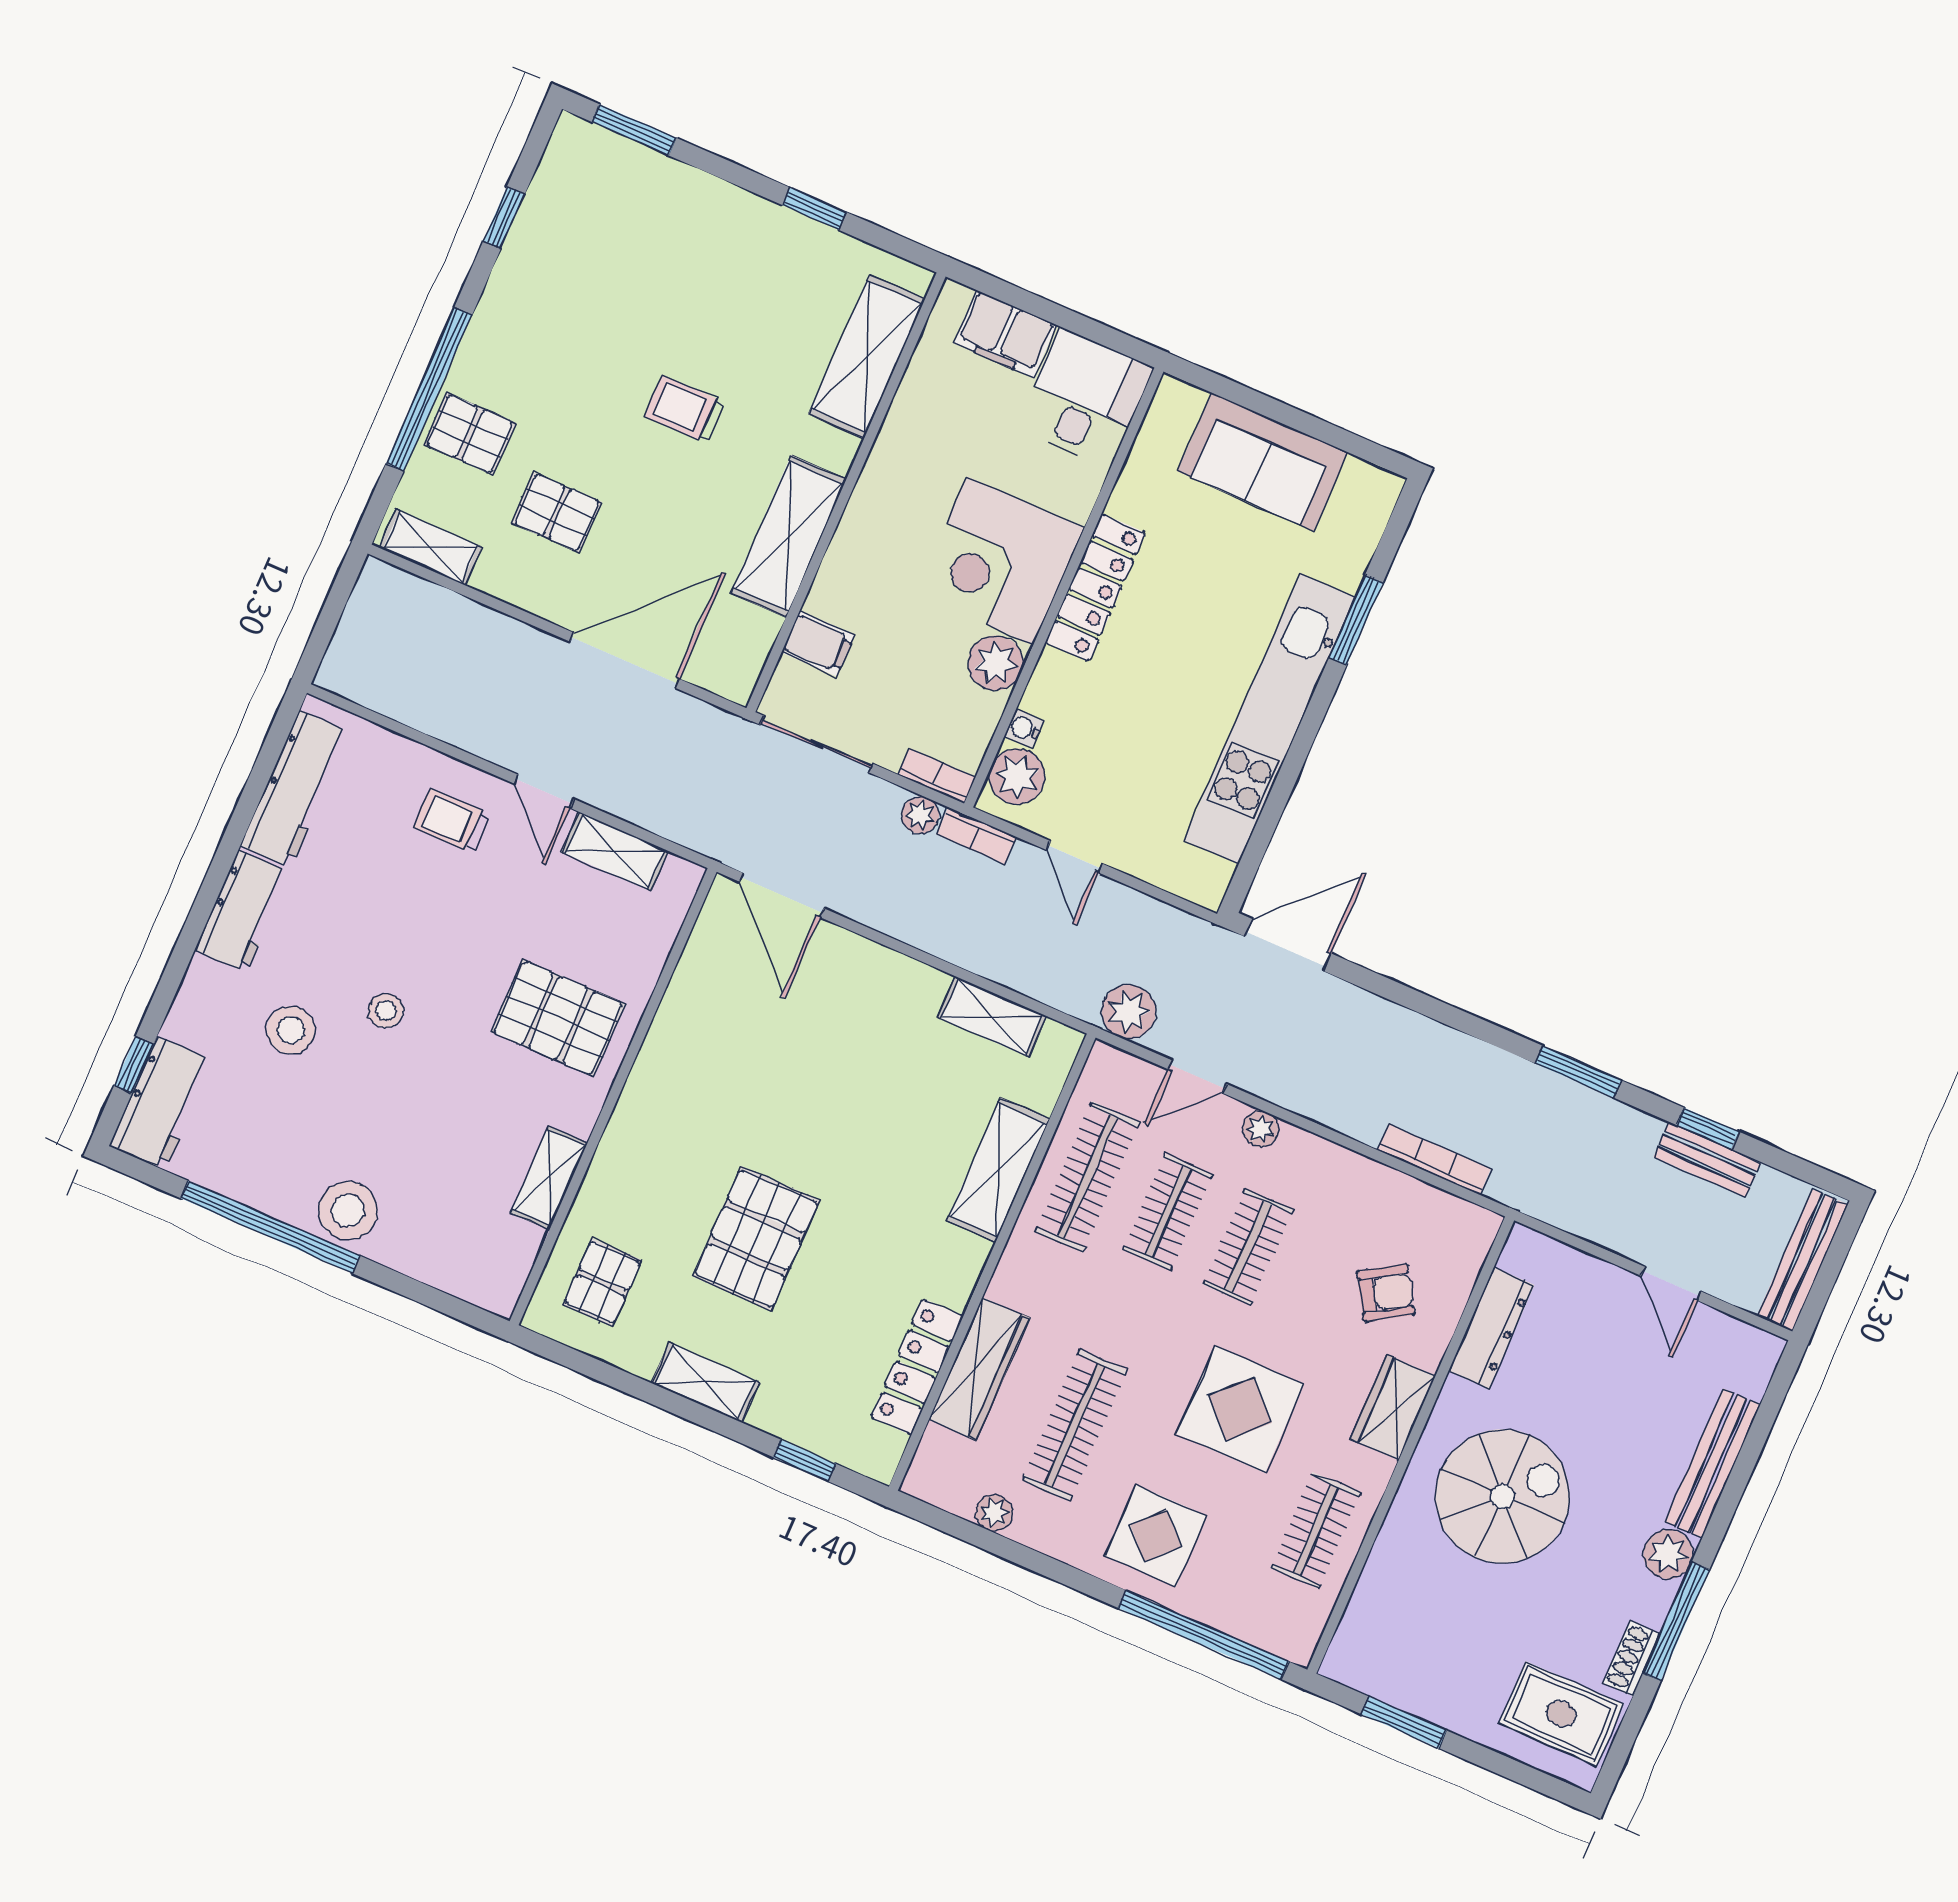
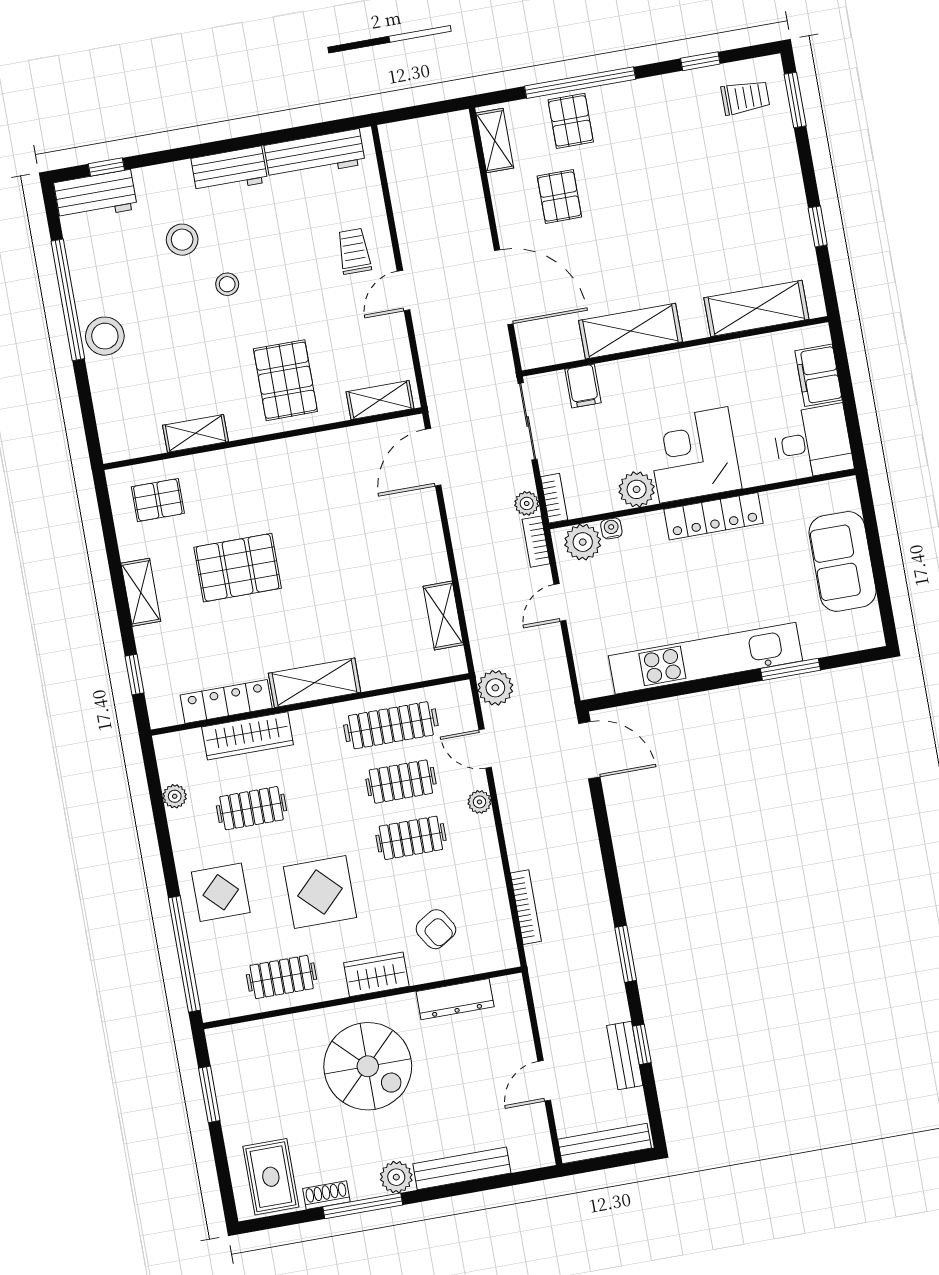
trolley: (685, 409) -> (745, 97), moved, turned 90
shelving: (615, 851) -> (380, 400), moved, turned 90
shelving: (998, 1170) -> (315, 683), moved
clothes rail: (1075, 1425) -> (251, 808), width x0.73

